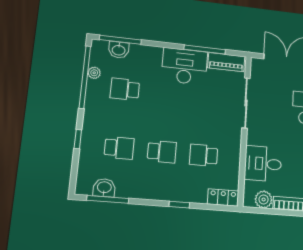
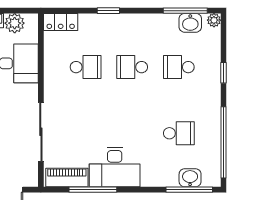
plant: (94, 73) -> (214, 20), moved

